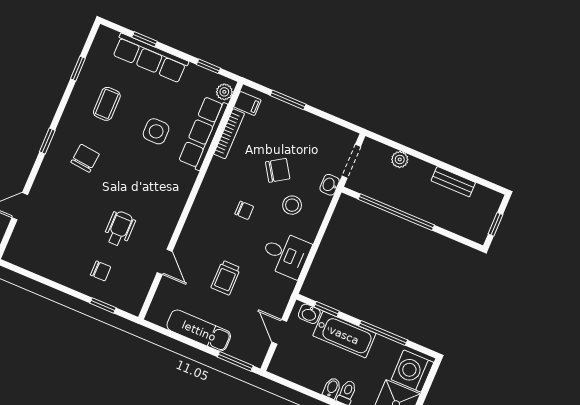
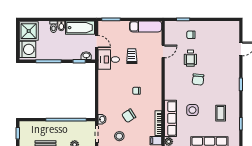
chair: (85, 158) -> (198, 79), moved
stool: (292, 205) -> (119, 136), moved
desk: (286, 254) -> (109, 59), moved
door: (165, 262) -> (163, 51), swing flipped
exam couch: (199, 331) -> (146, 26), moved
bathtub: (344, 335) -> (80, 28), moved, turned 180

